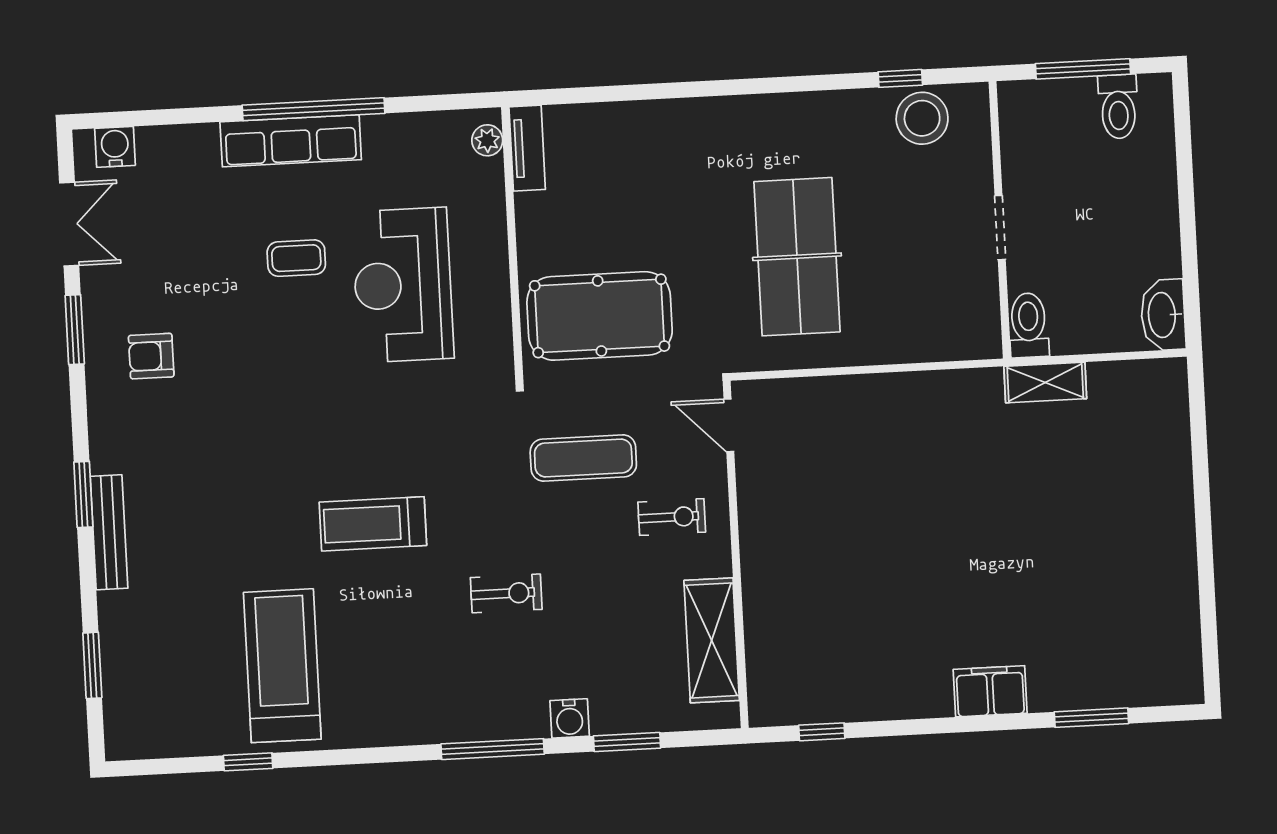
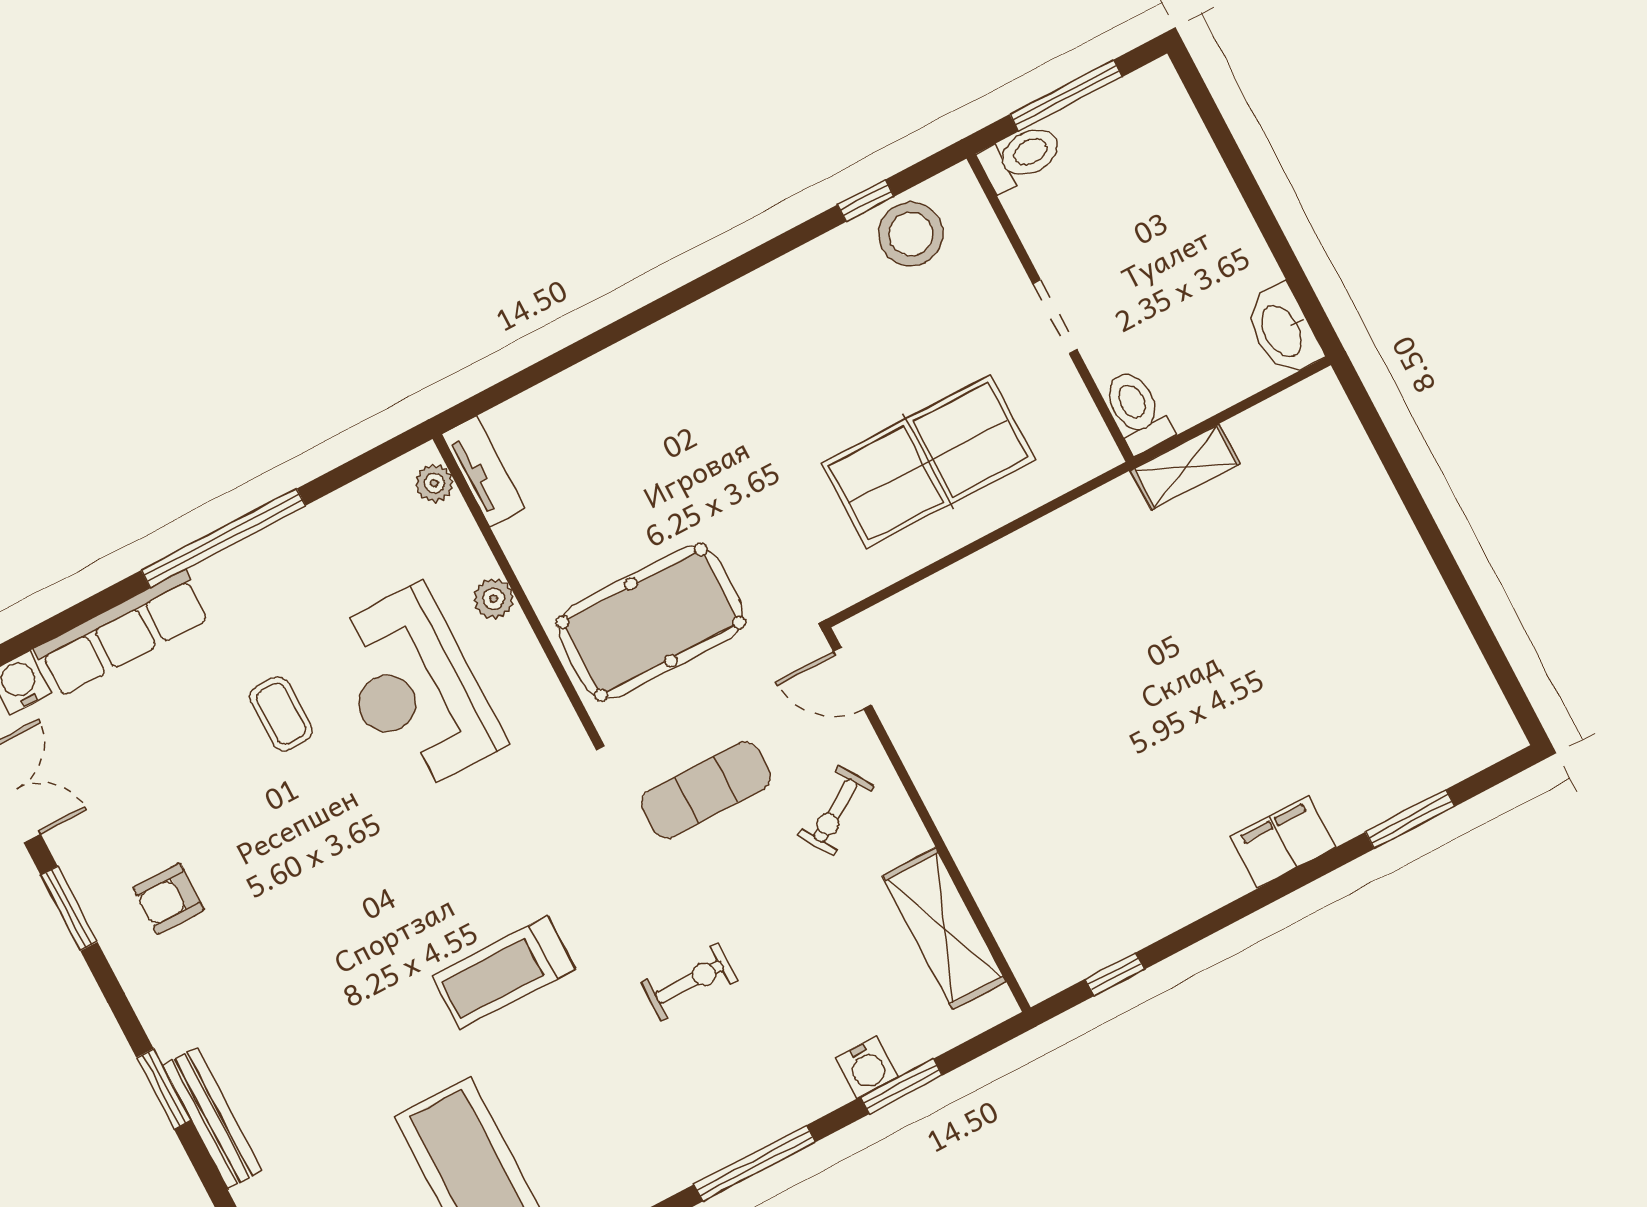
toilet: (1118, 107) -> (1021, 157), moved, turned -90
row of seats: (291, 141) -> (123, 633), moved
plant: (492, 245) -> (494, 599), added
table tennis table: (797, 257) -> (928, 461), moved, turned 90
coffee table: (296, 258) -> (281, 714), turned 90
exercise bike: (672, 517) -> (836, 811), turned 148
water cooler: (570, 718) -> (867, 1067), moved

